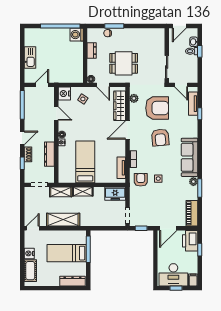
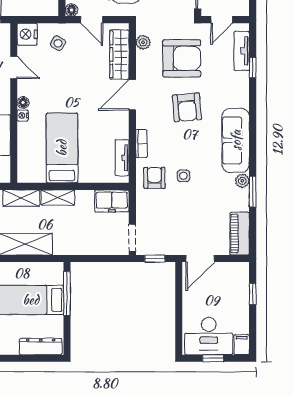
door: (181, 85) -> (222, 20), hinge flipped
printer: (190, 241) -> (237, 279), removed

